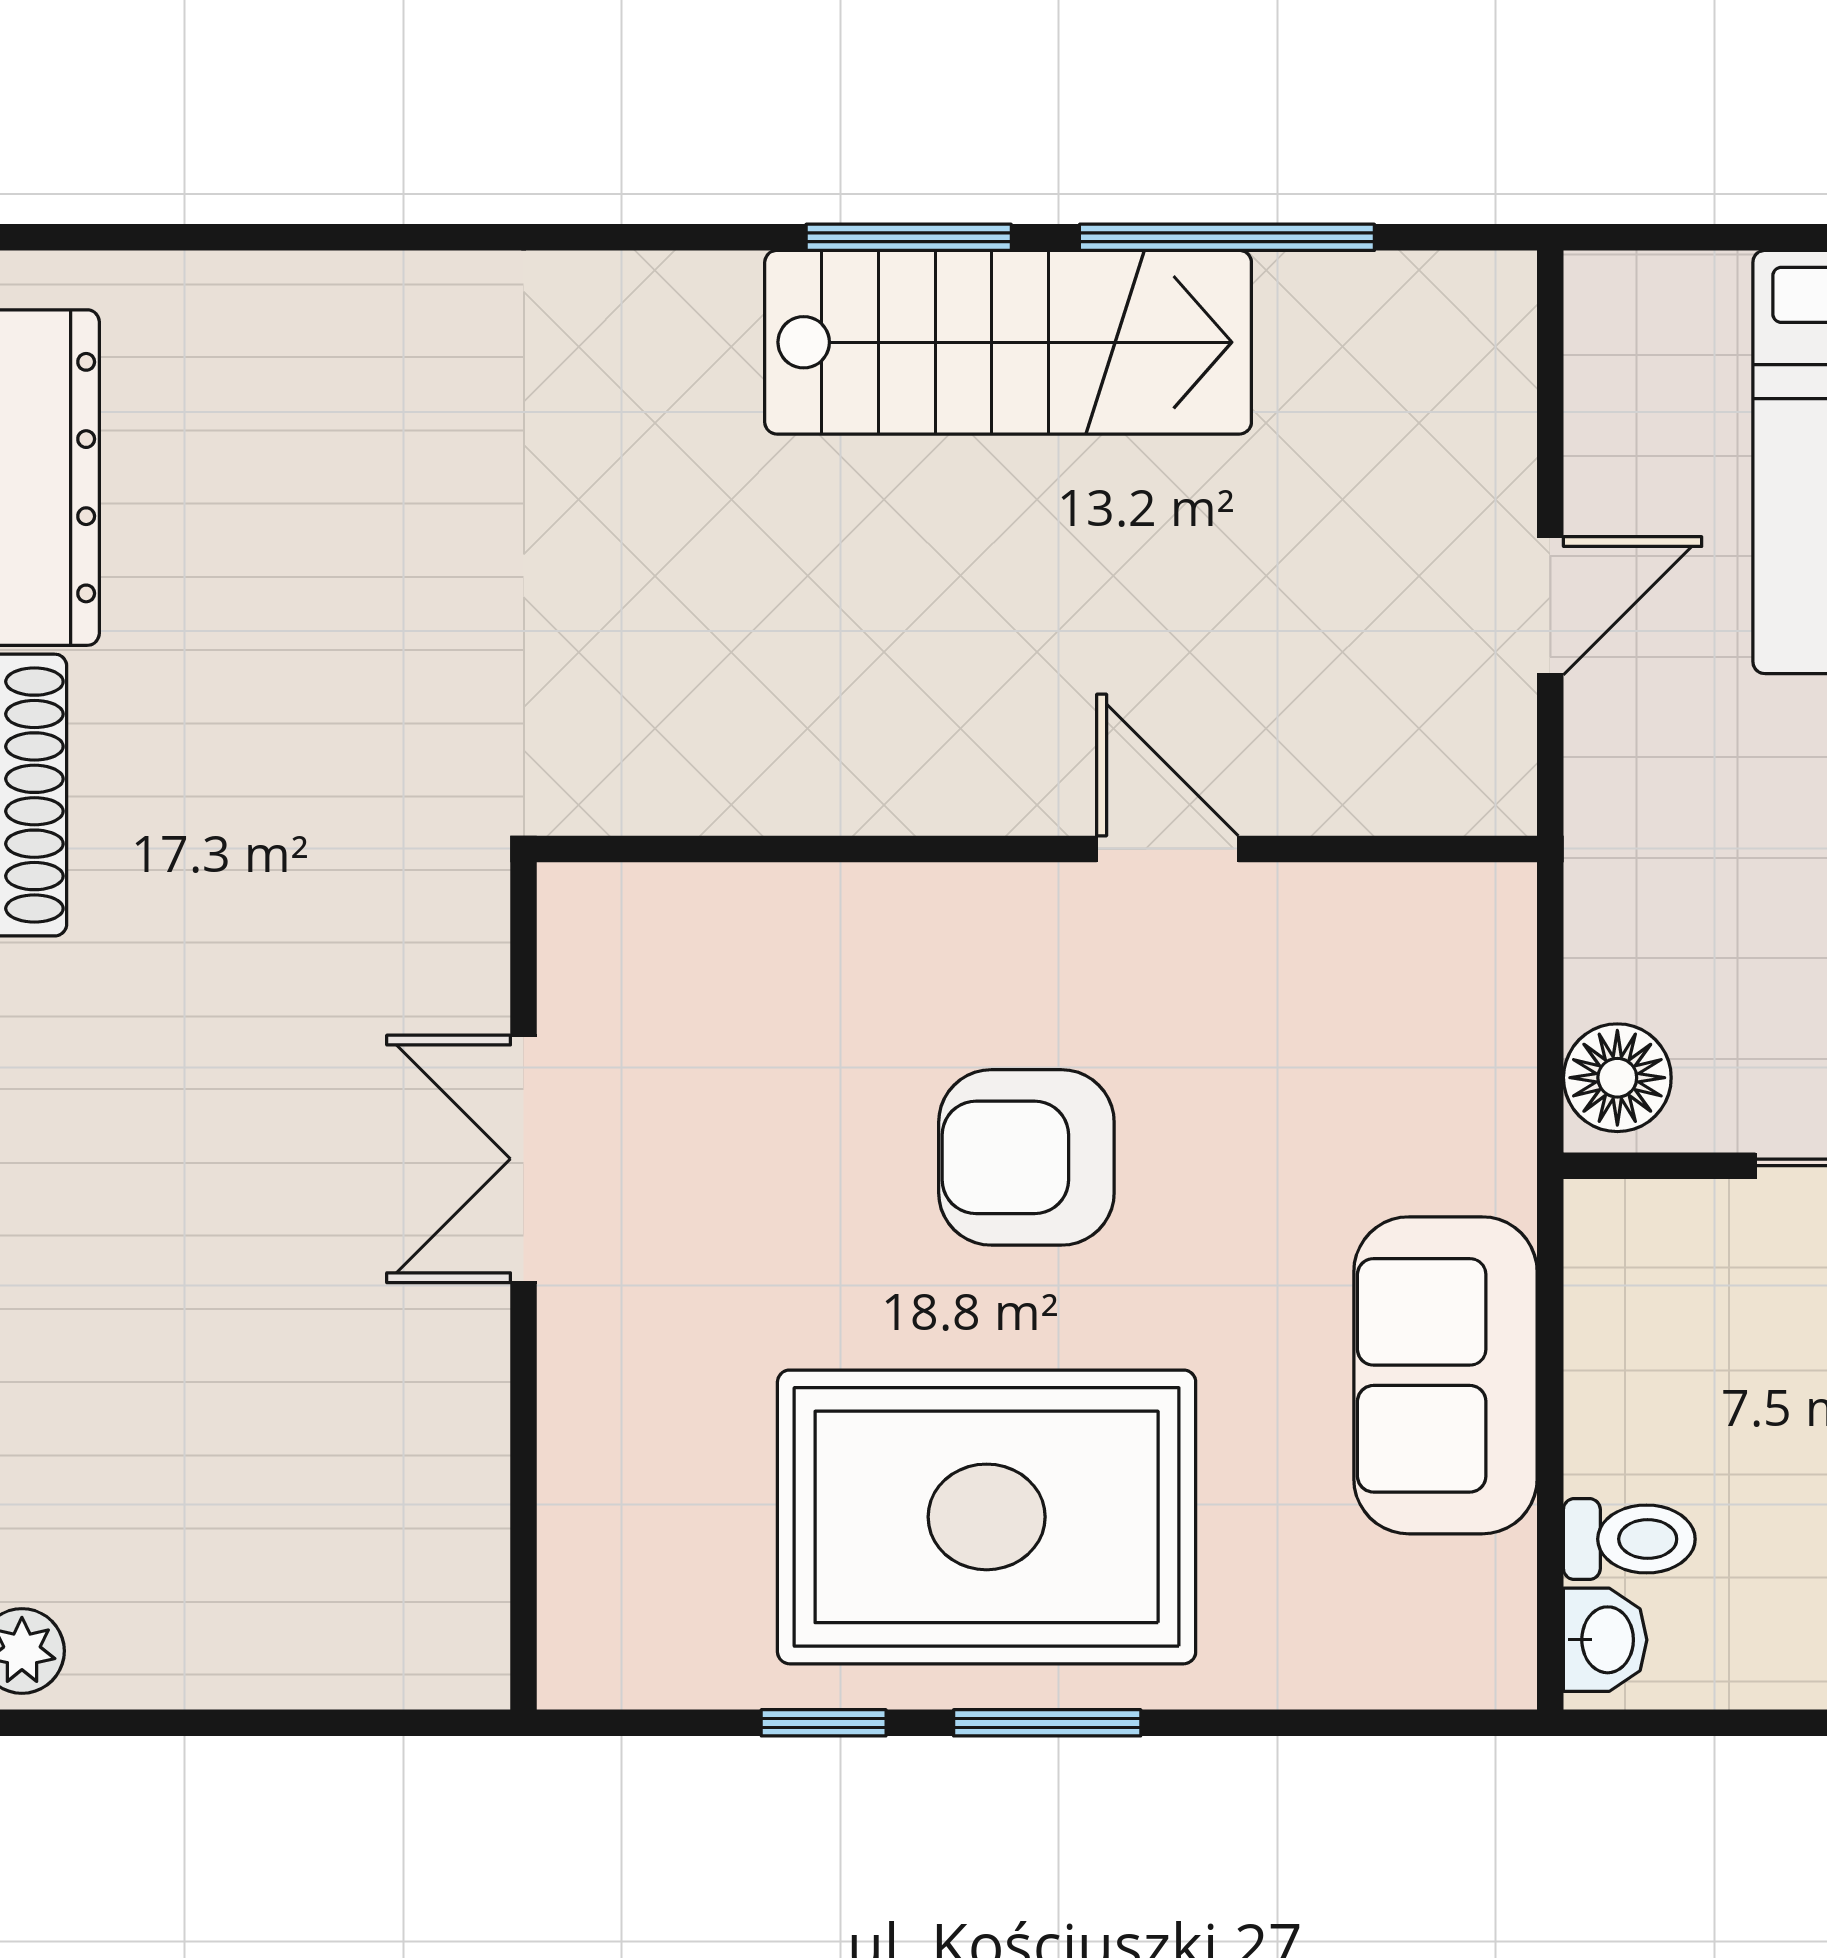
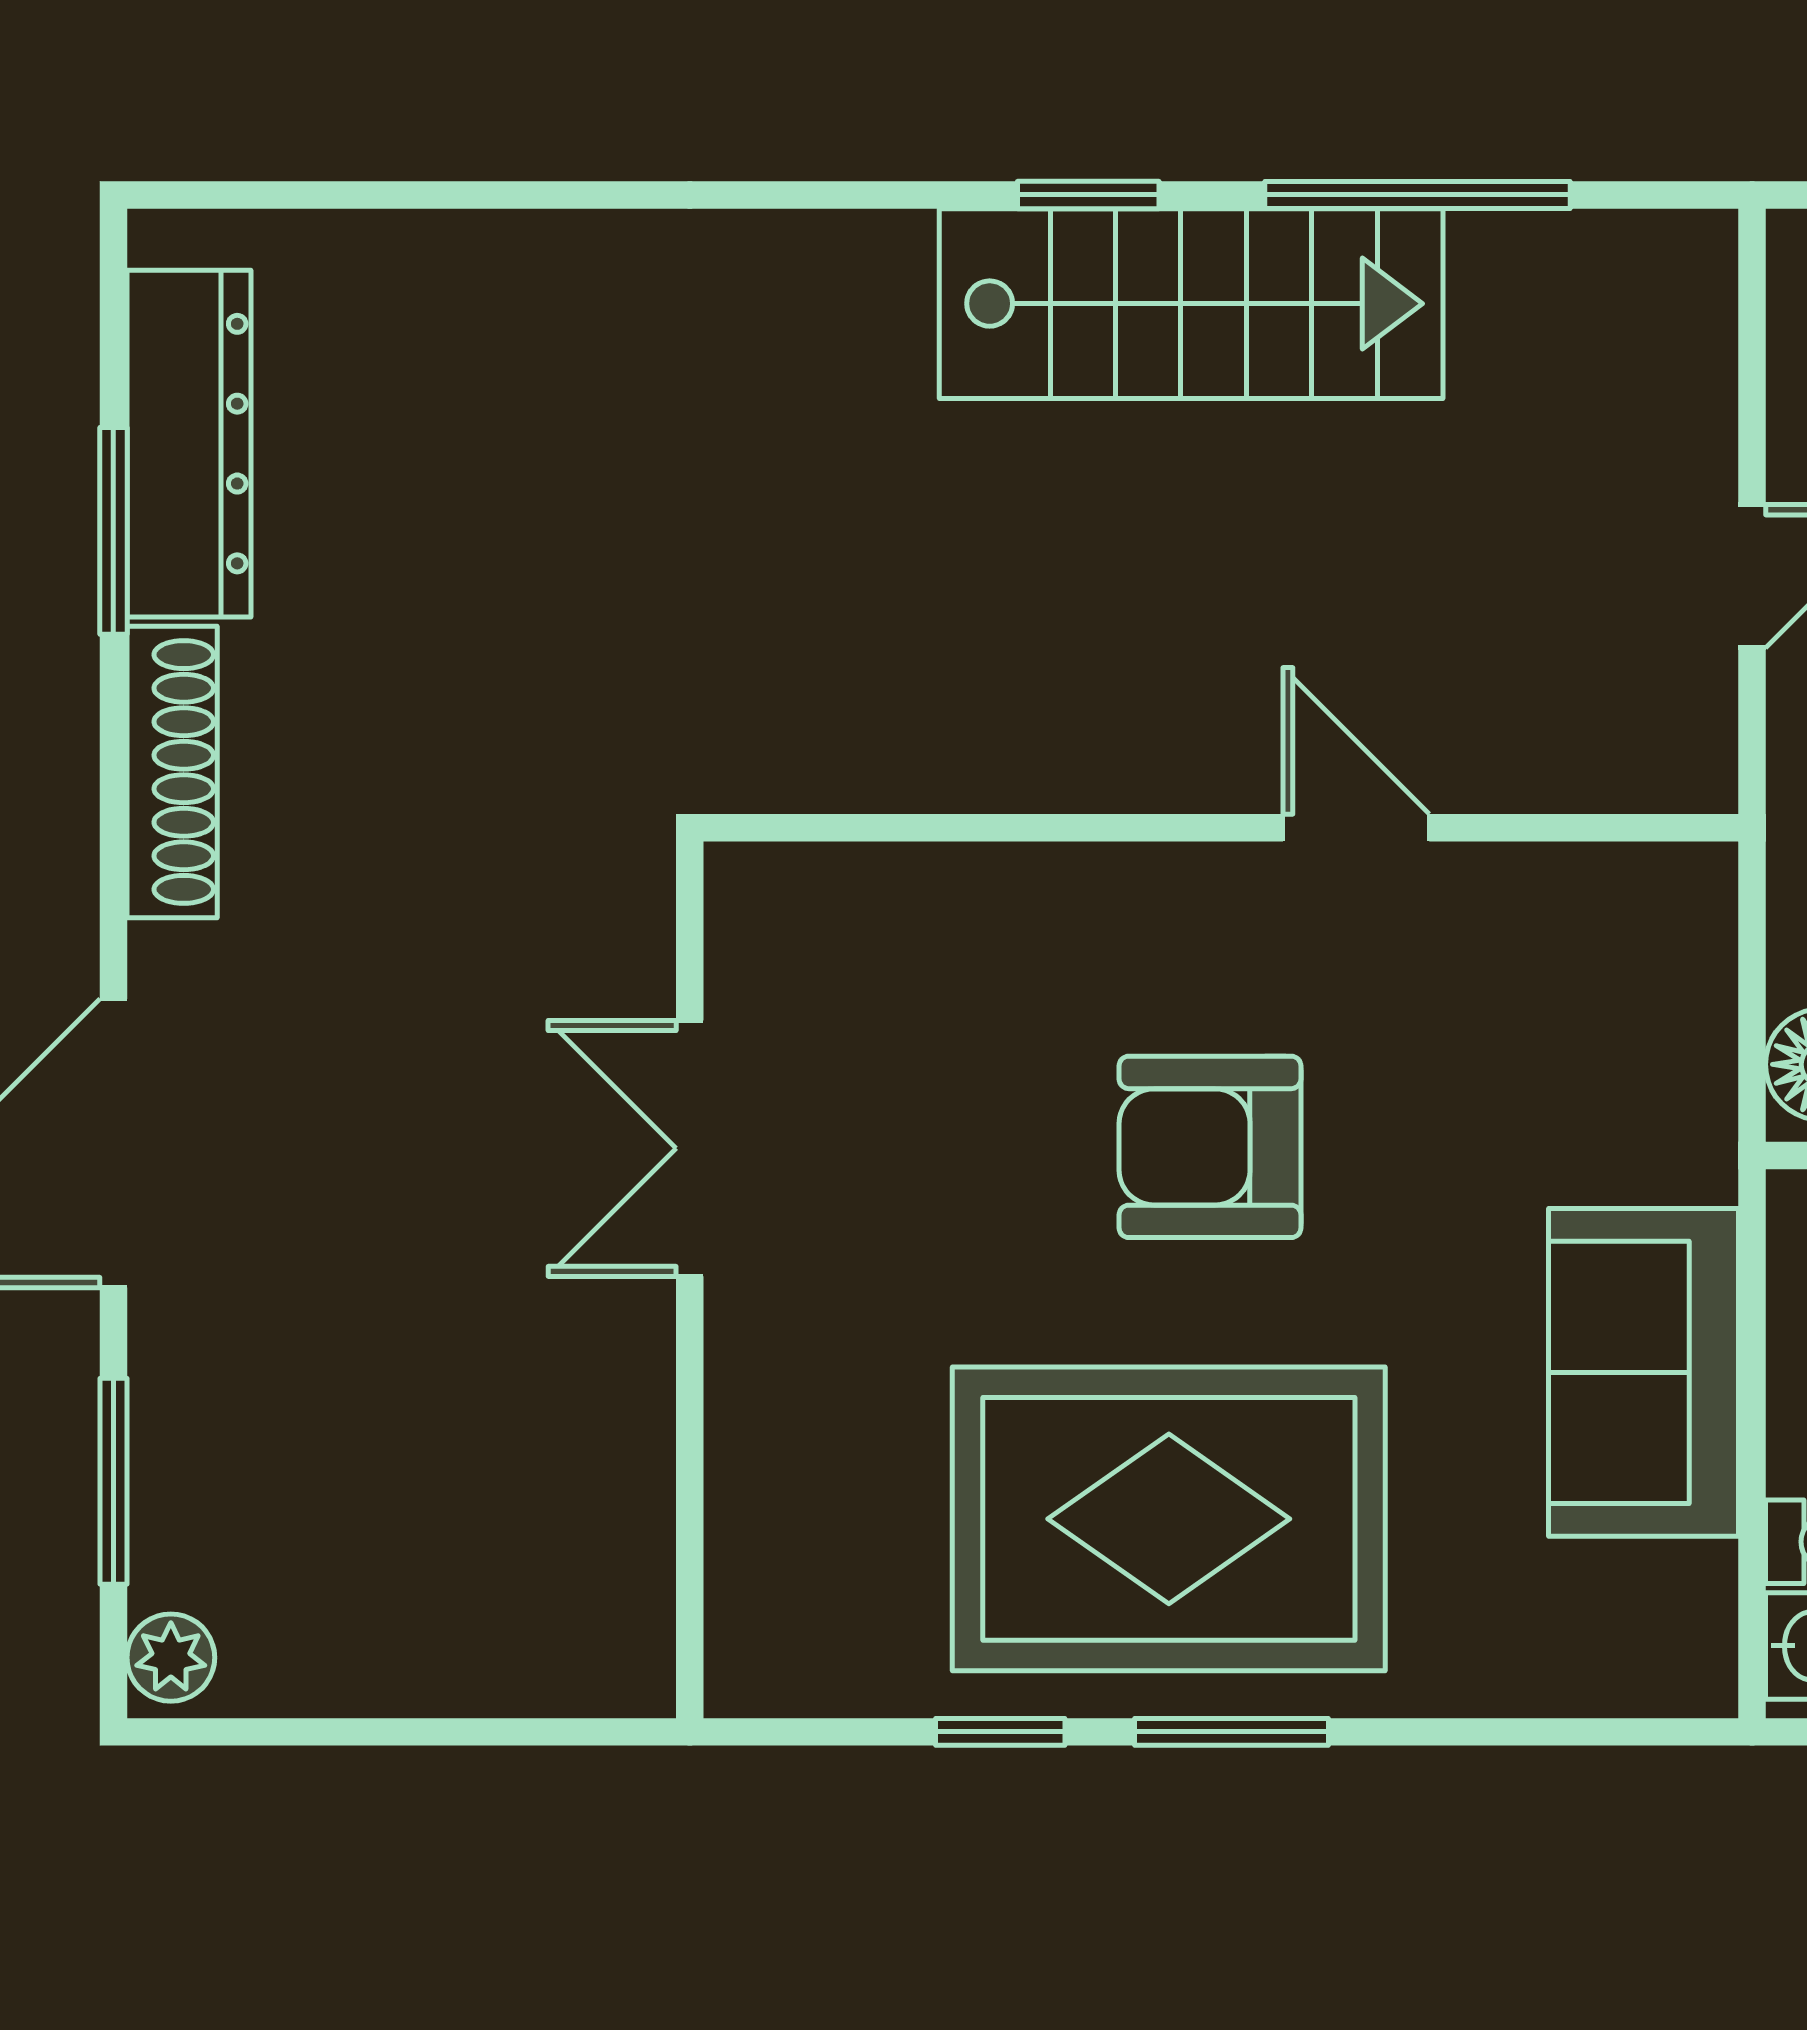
window: (909, 237) -> (1088, 195), width x0.67

